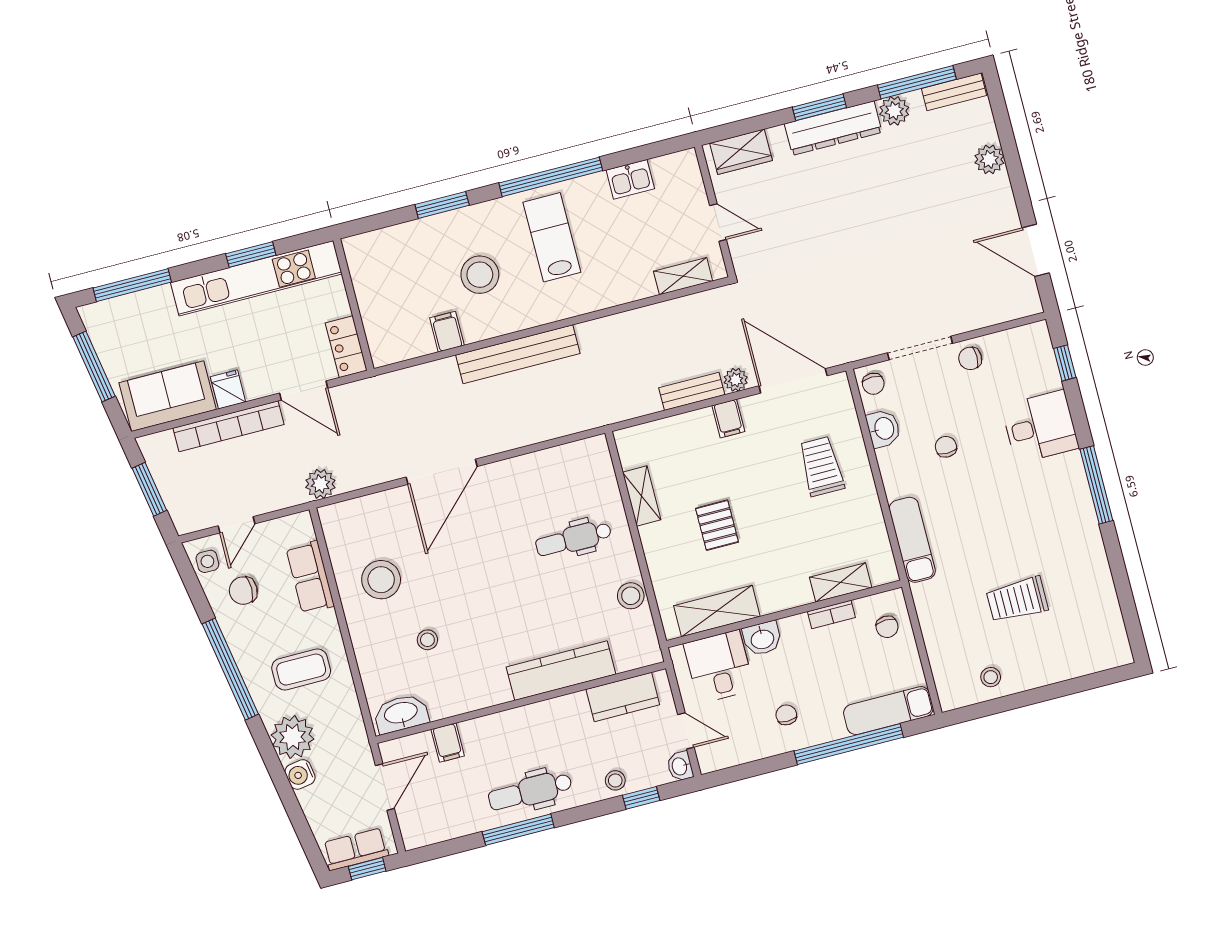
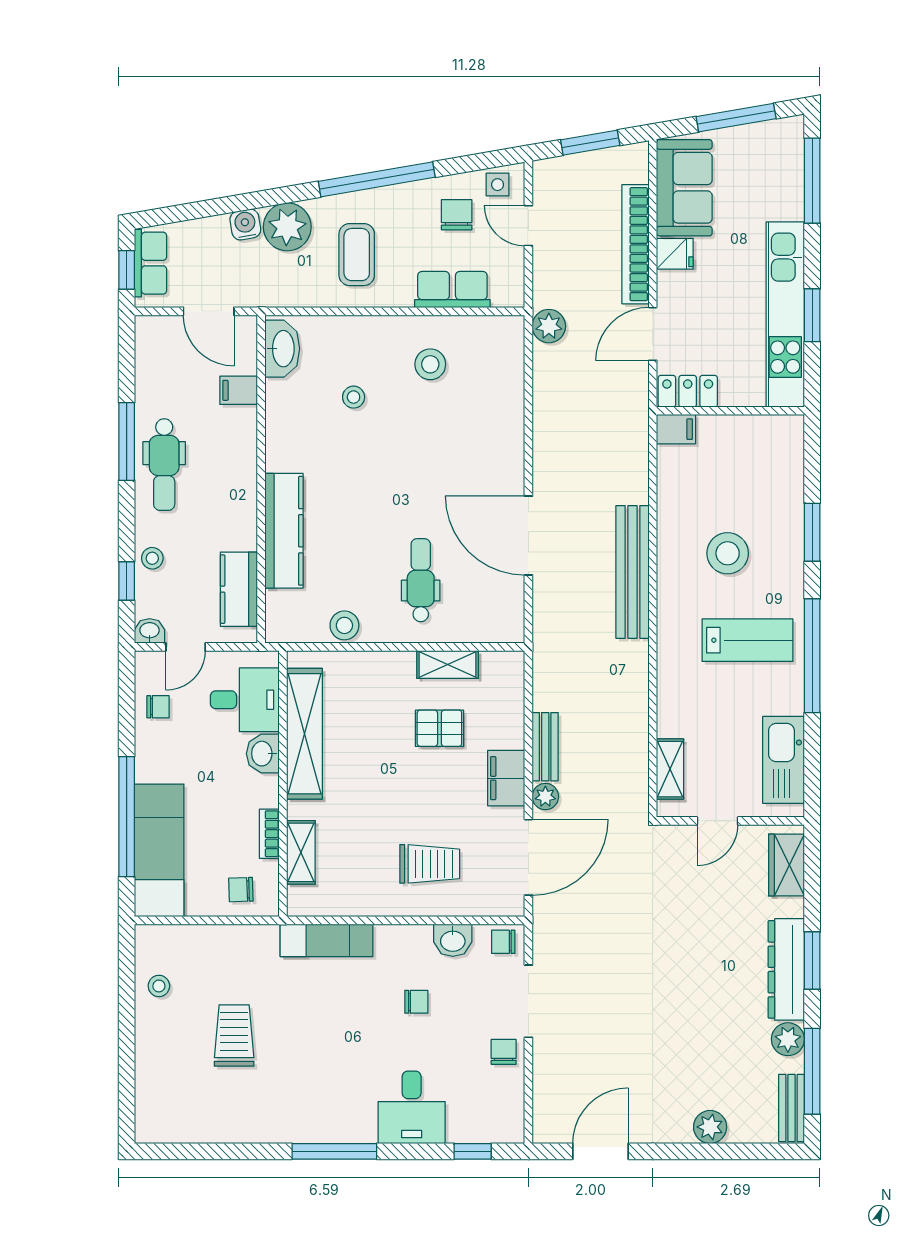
kitchen sink: (630, 179) -> (784, 760), width x1.87, depth x1.24
filing cabinet: (447, 332) -> (676, 429), moved
filing cabinet: (728, 419) -> (506, 778), width x2.00
door: (442, 472) -> (528, 536), moved
pallet: (717, 525) -> (439, 728), moved
stool: (381, 580) -> (430, 364), width x0.73, depth x0.73
shelving: (717, 611) -> (304, 734), width x1.47
exam couch: (888, 711) -> (159, 850), width x1.36, depth x1.45
chair: (786, 715) -> (158, 707), moved
dental chair: (530, 791) -> (164, 465), turned 180

